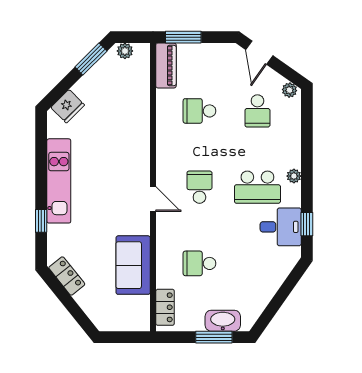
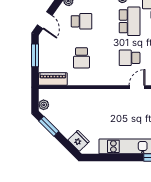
window: (183, 37) -> (35, 55), moved
door: (259, 53) -> (45, 20), hinge flipped

